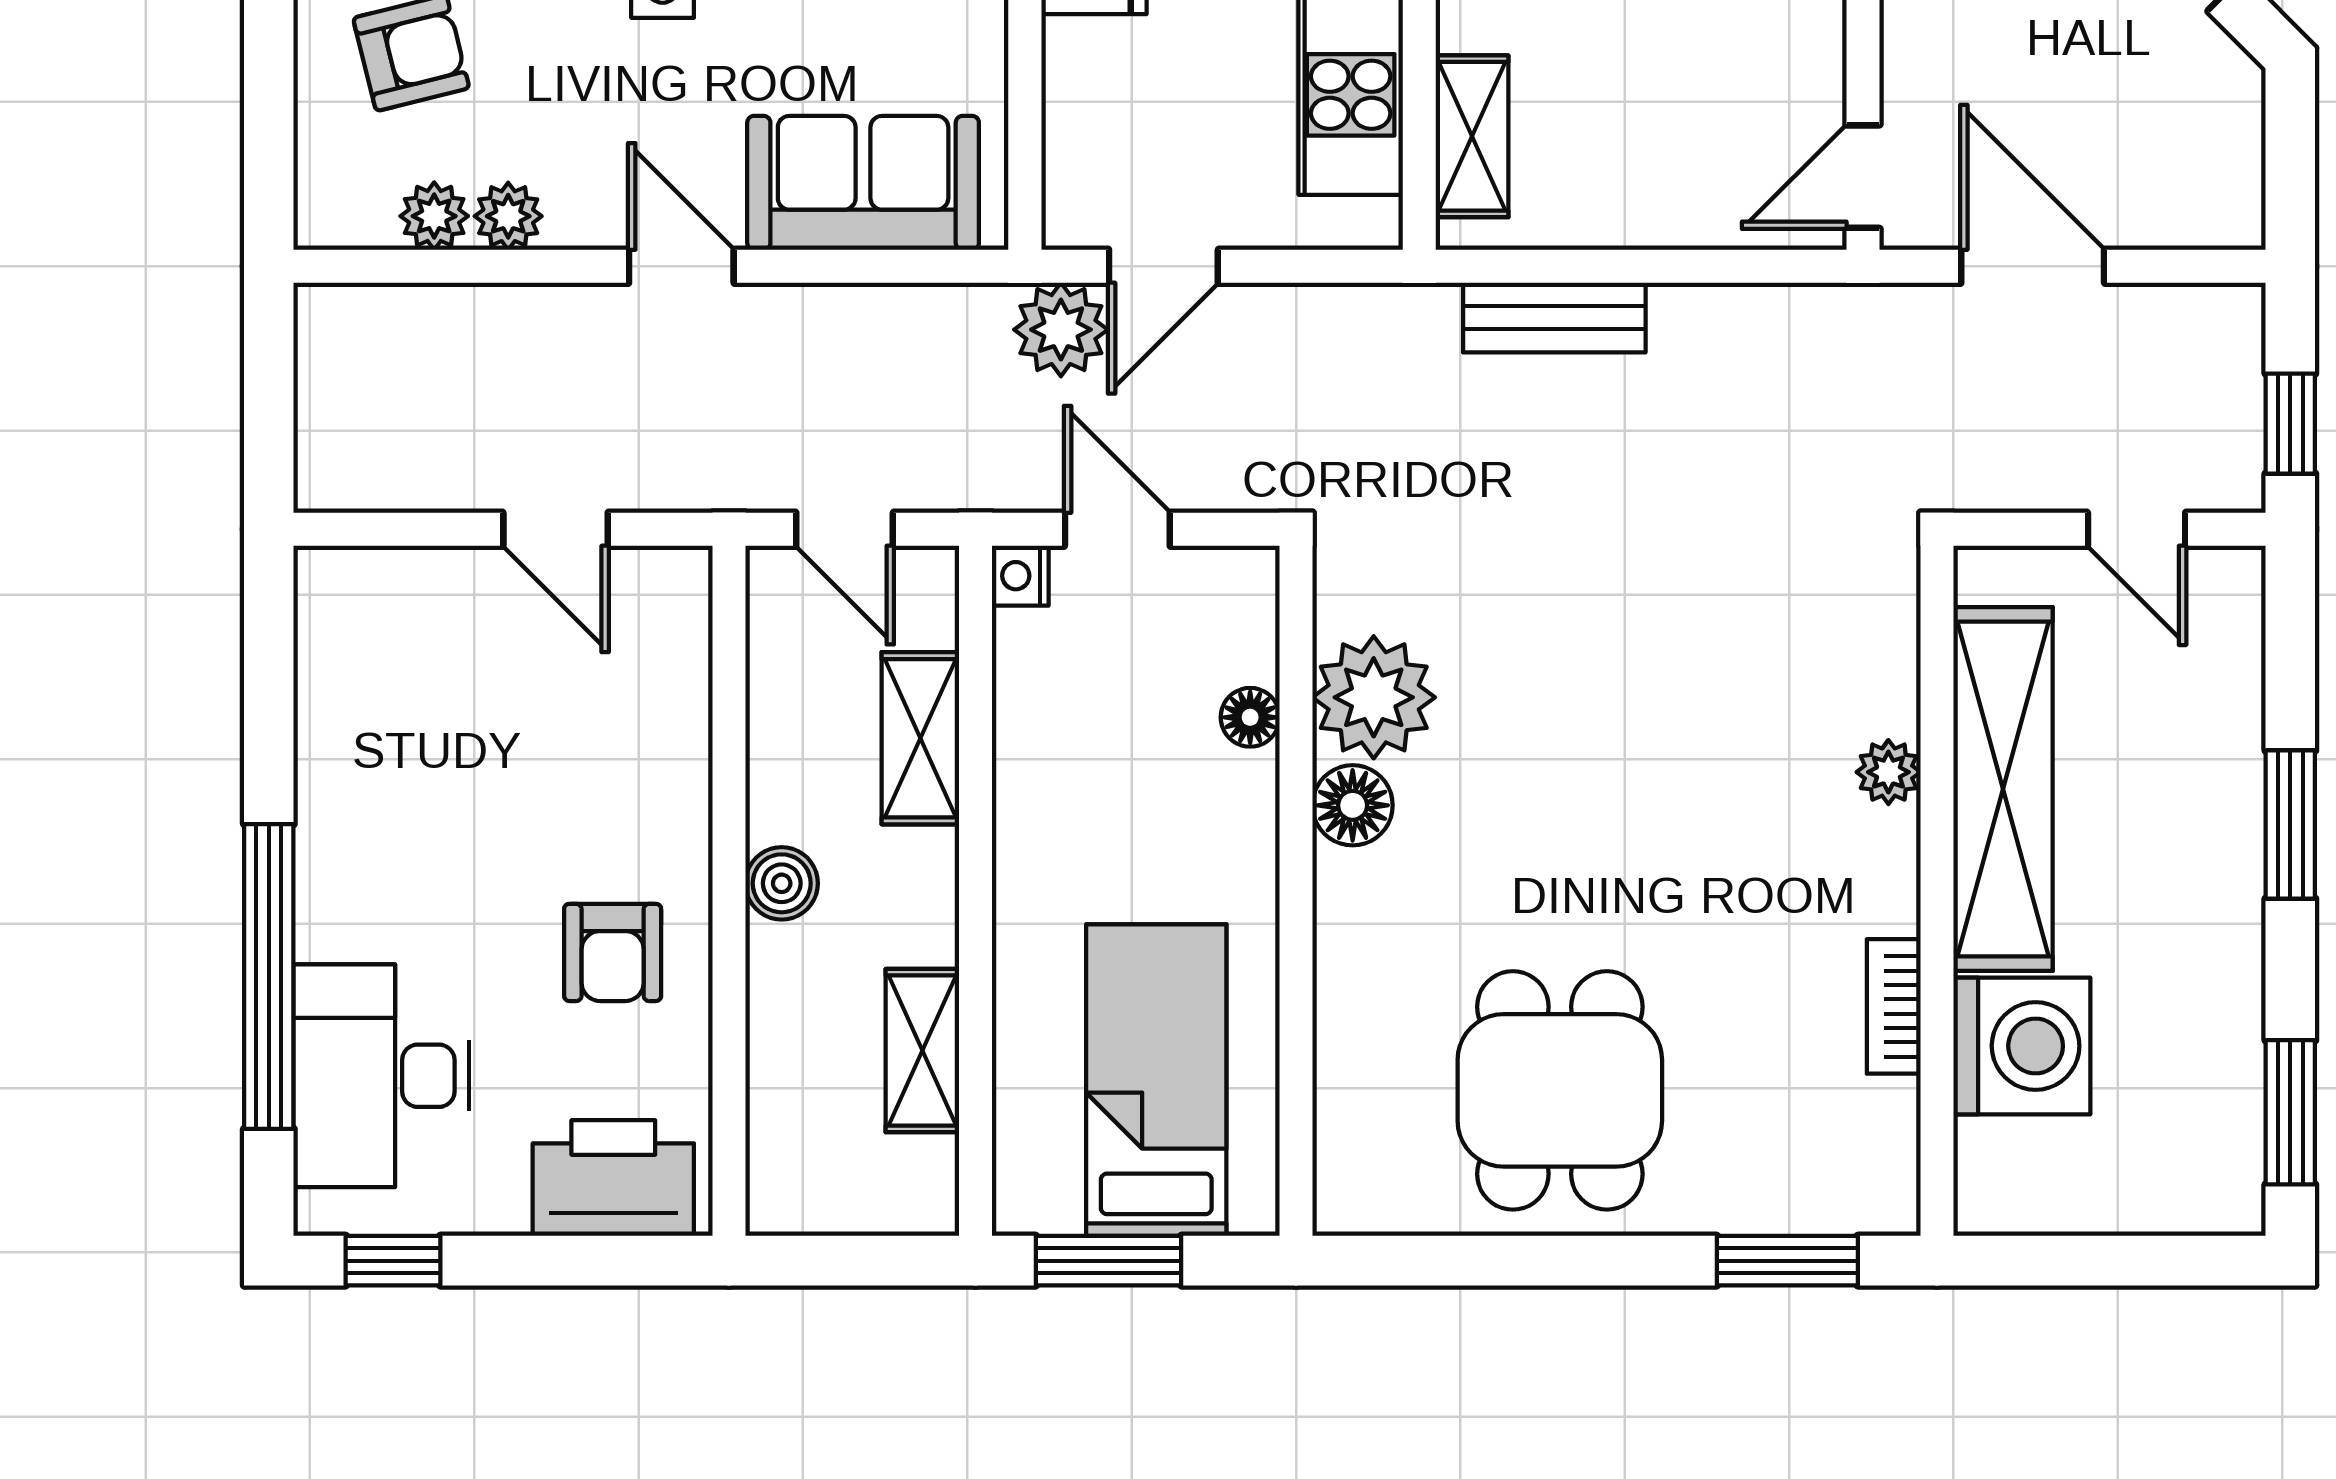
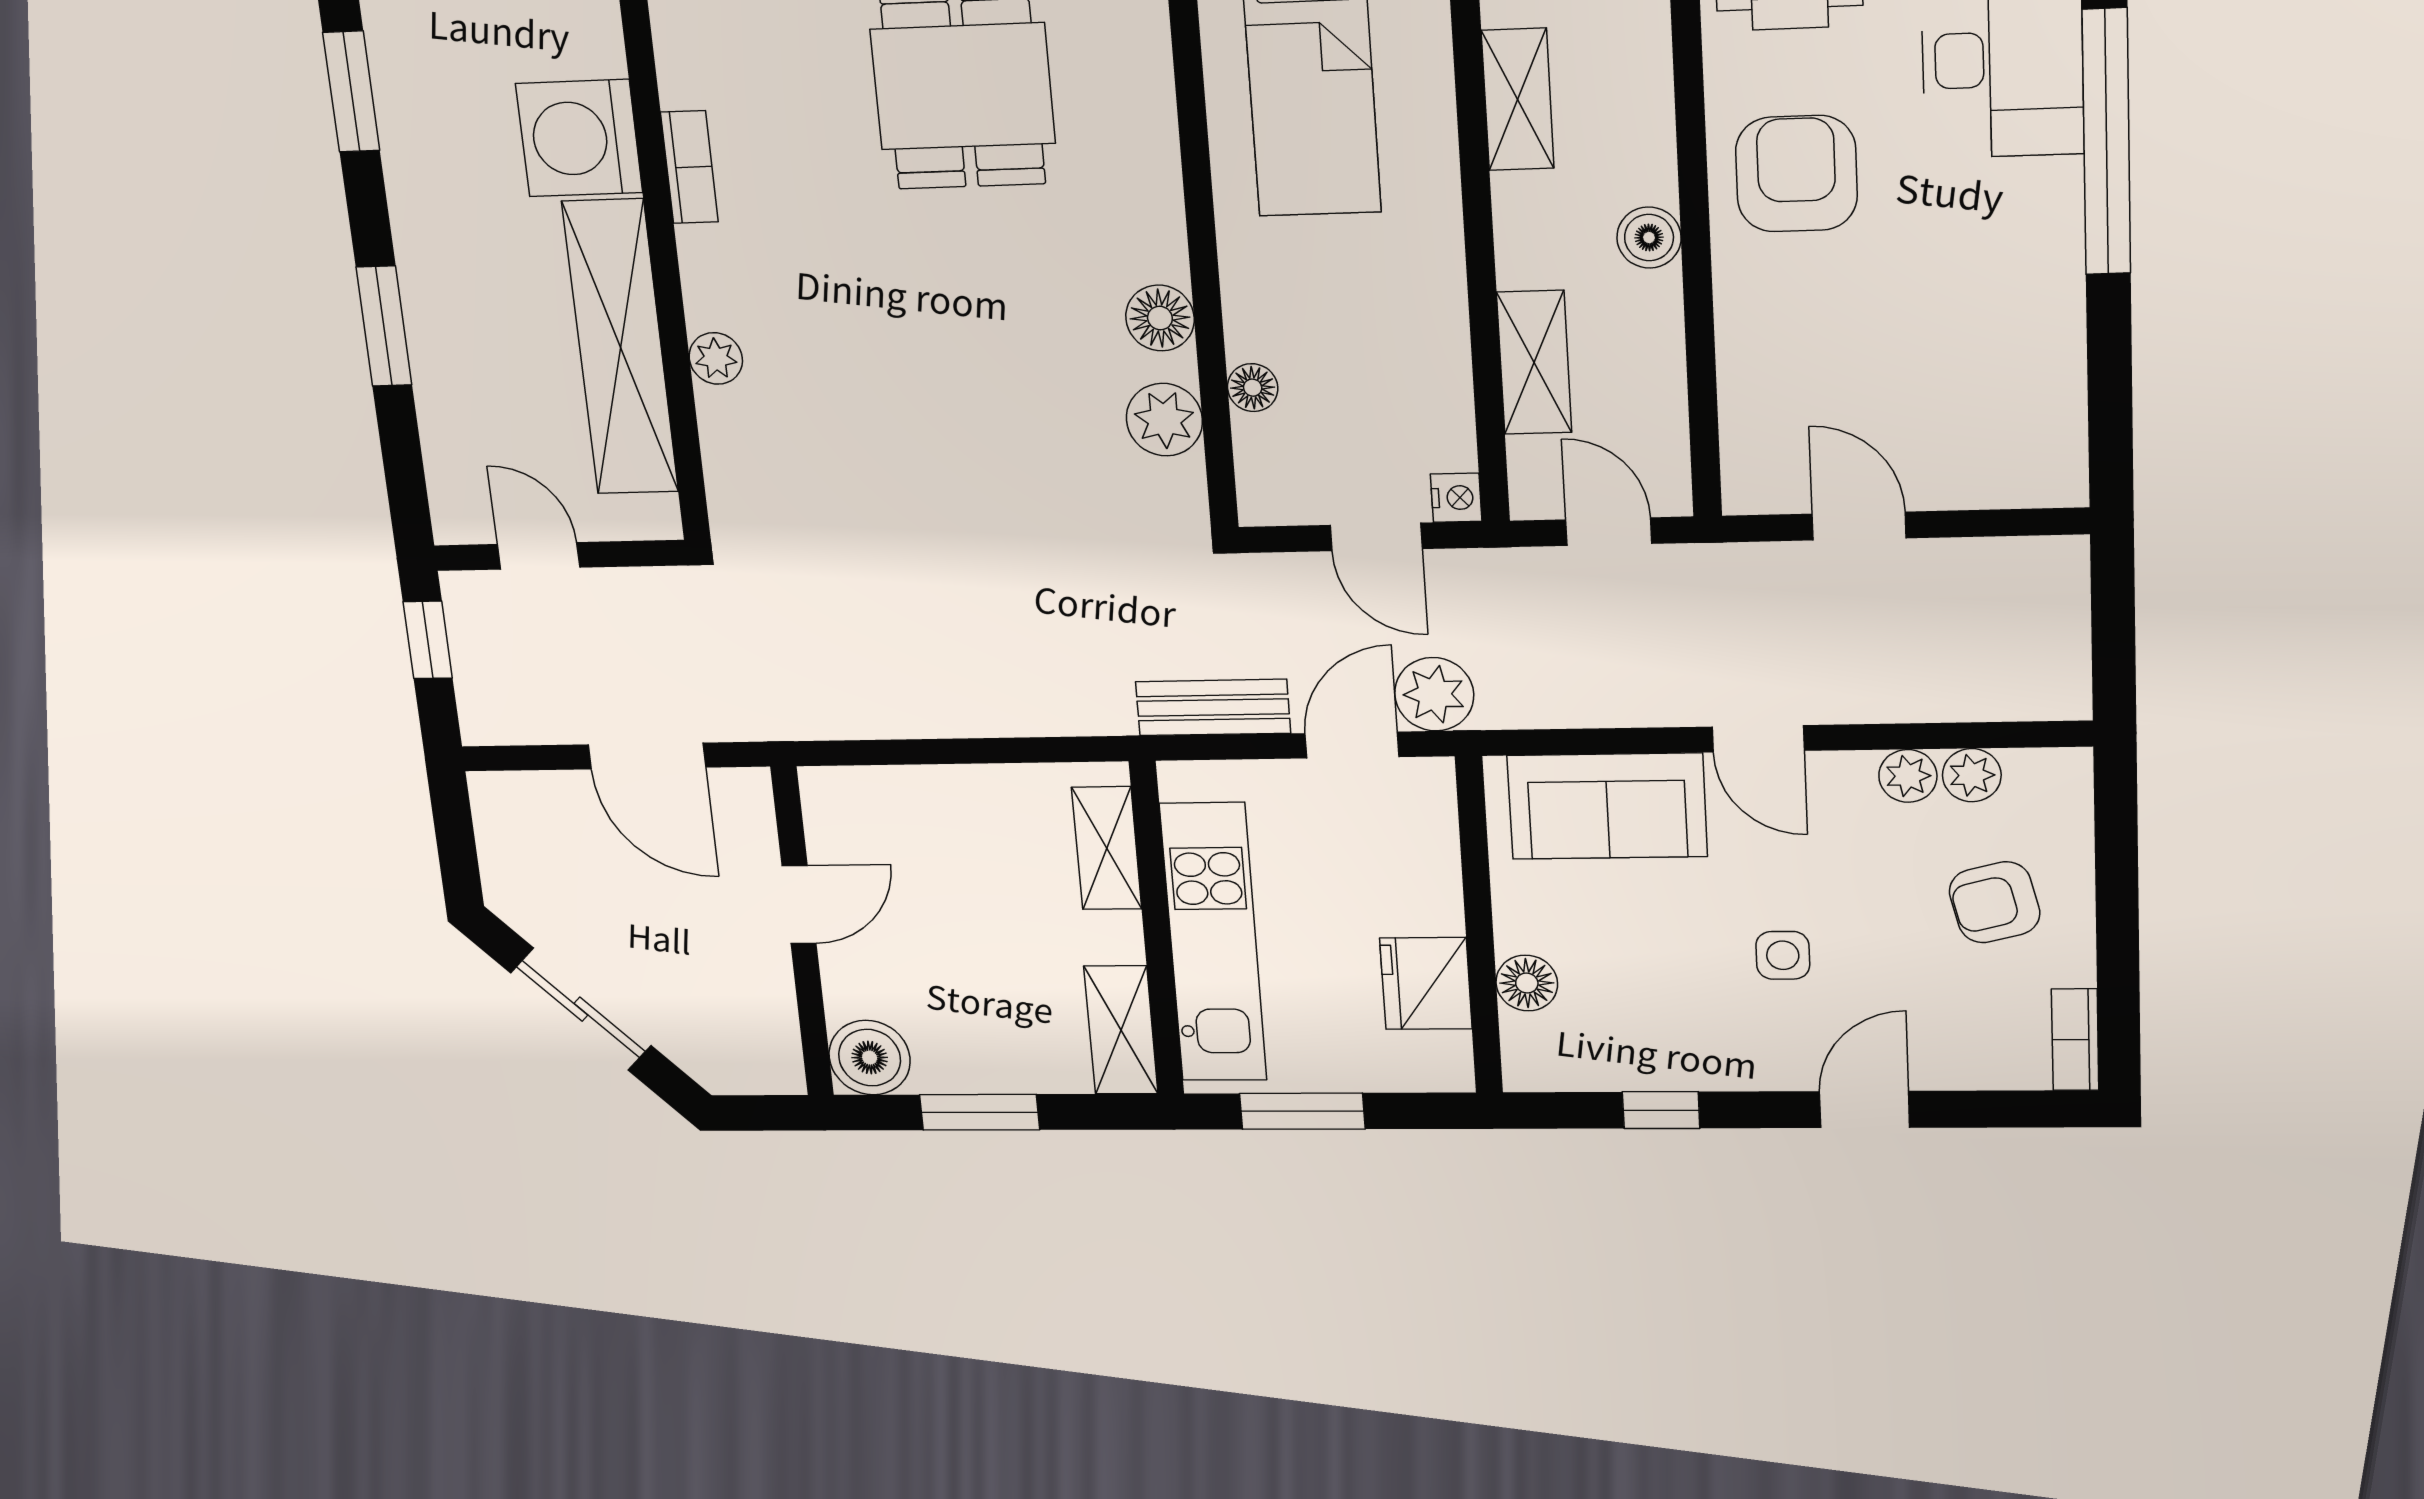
door: (1863, 177) -> (799, 904), moved
bench: (1554, 318) -> (1213, 707), moved
plant: (1374, 697) -> (1164, 420), width x0.73, depth x0.73
armchair: (613, 952) -> (1796, 174), width x1.38, depth x1.38

